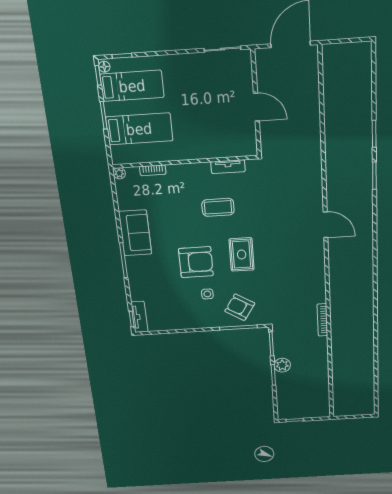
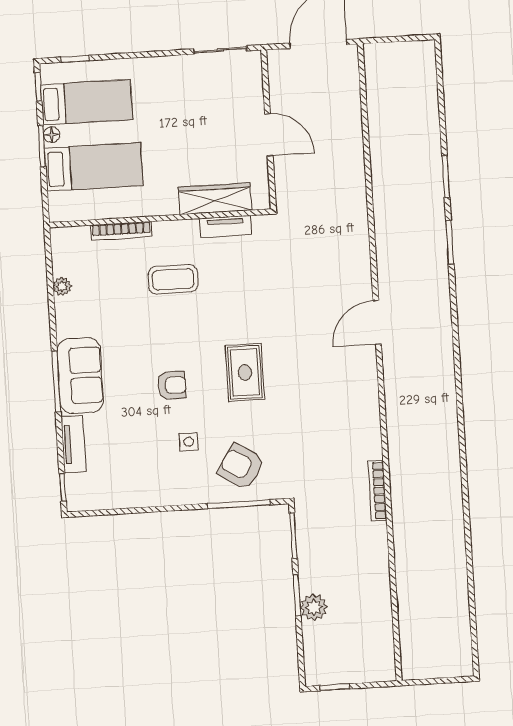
floor lamp: (104, 67) -> (52, 135), moved
wardrobe: (221, 149) -> (215, 199), added
bookcase: (153, 170) -> (121, 231), width x1.56
plant: (119, 173) -> (62, 286), moved
coffee table: (218, 207) -> (173, 279), moved
door: (325, 225) -> (377, 322), swing flipped
sofa: (135, 233) -> (80, 376), moved
armchair: (196, 262) -> (172, 385), width x0.53, depth x0.53
tv unit: (139, 317) -> (73, 444), moved
plant: (282, 365) -> (314, 607), moved

